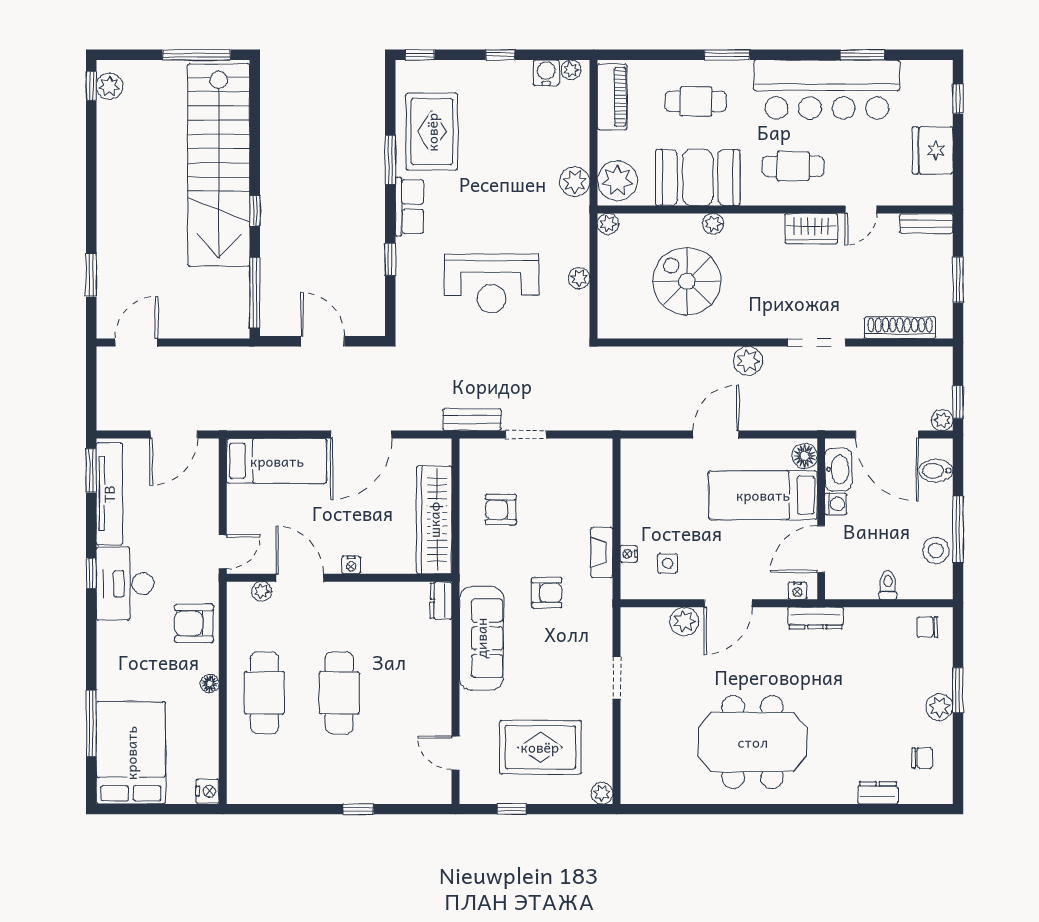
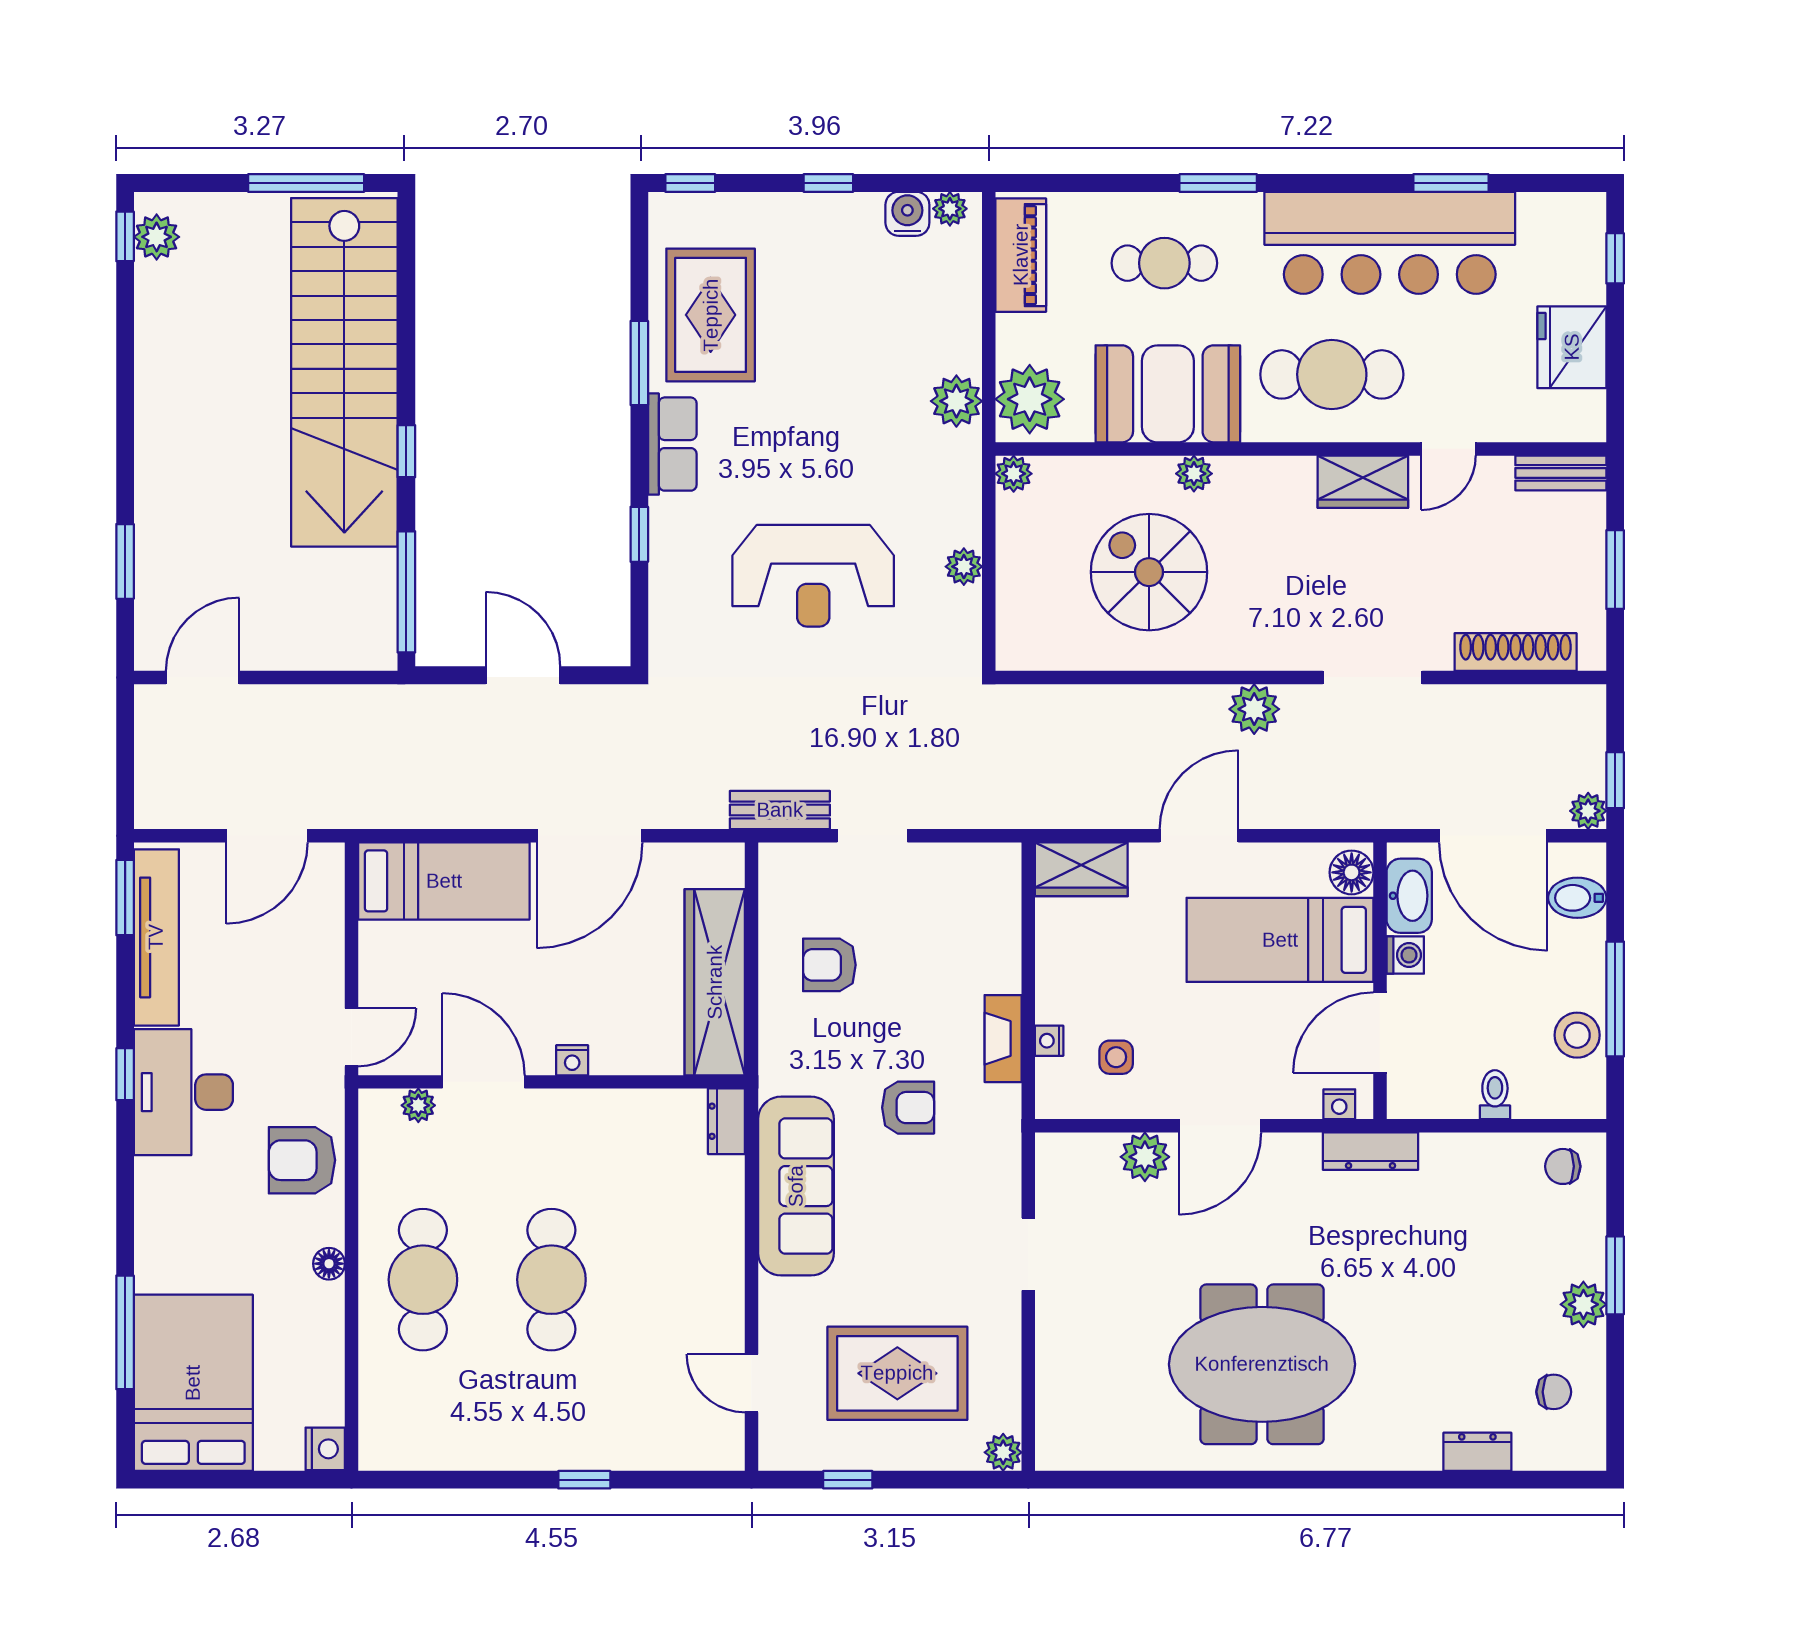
cafe table: (793, 166) -> (1332, 374), width x1.37, depth x1.35
wardrobe: (647, 454) -> (1081, 869), added

